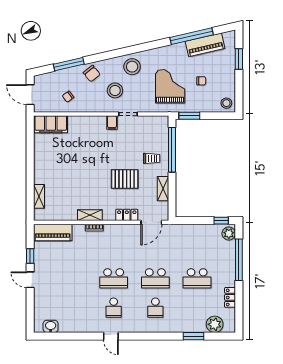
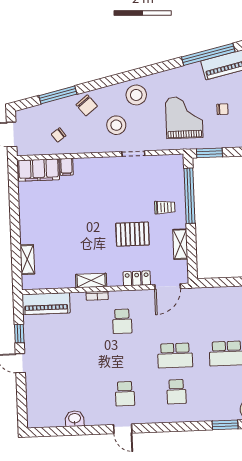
filing cabinet: (112, 123) -> (66, 167), moved
school desk: (114, 278) -> (122, 321), moved, width x0.54
washbasin: (51, 326) -> (75, 419), moved

